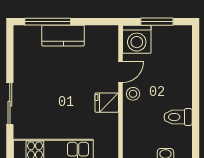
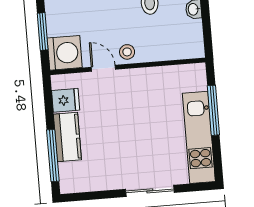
fridge: (107, 103) -> (66, 100), moved, turned -90

